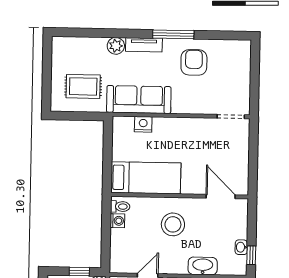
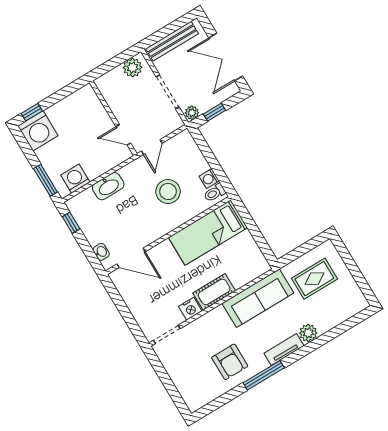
nightstand: (143, 124) -> (190, 309), moved
cot: (171, 127) -> (214, 292), added
stool: (173, 224) -> (168, 192), moved
washbasin: (241, 247) -> (101, 252), moved

